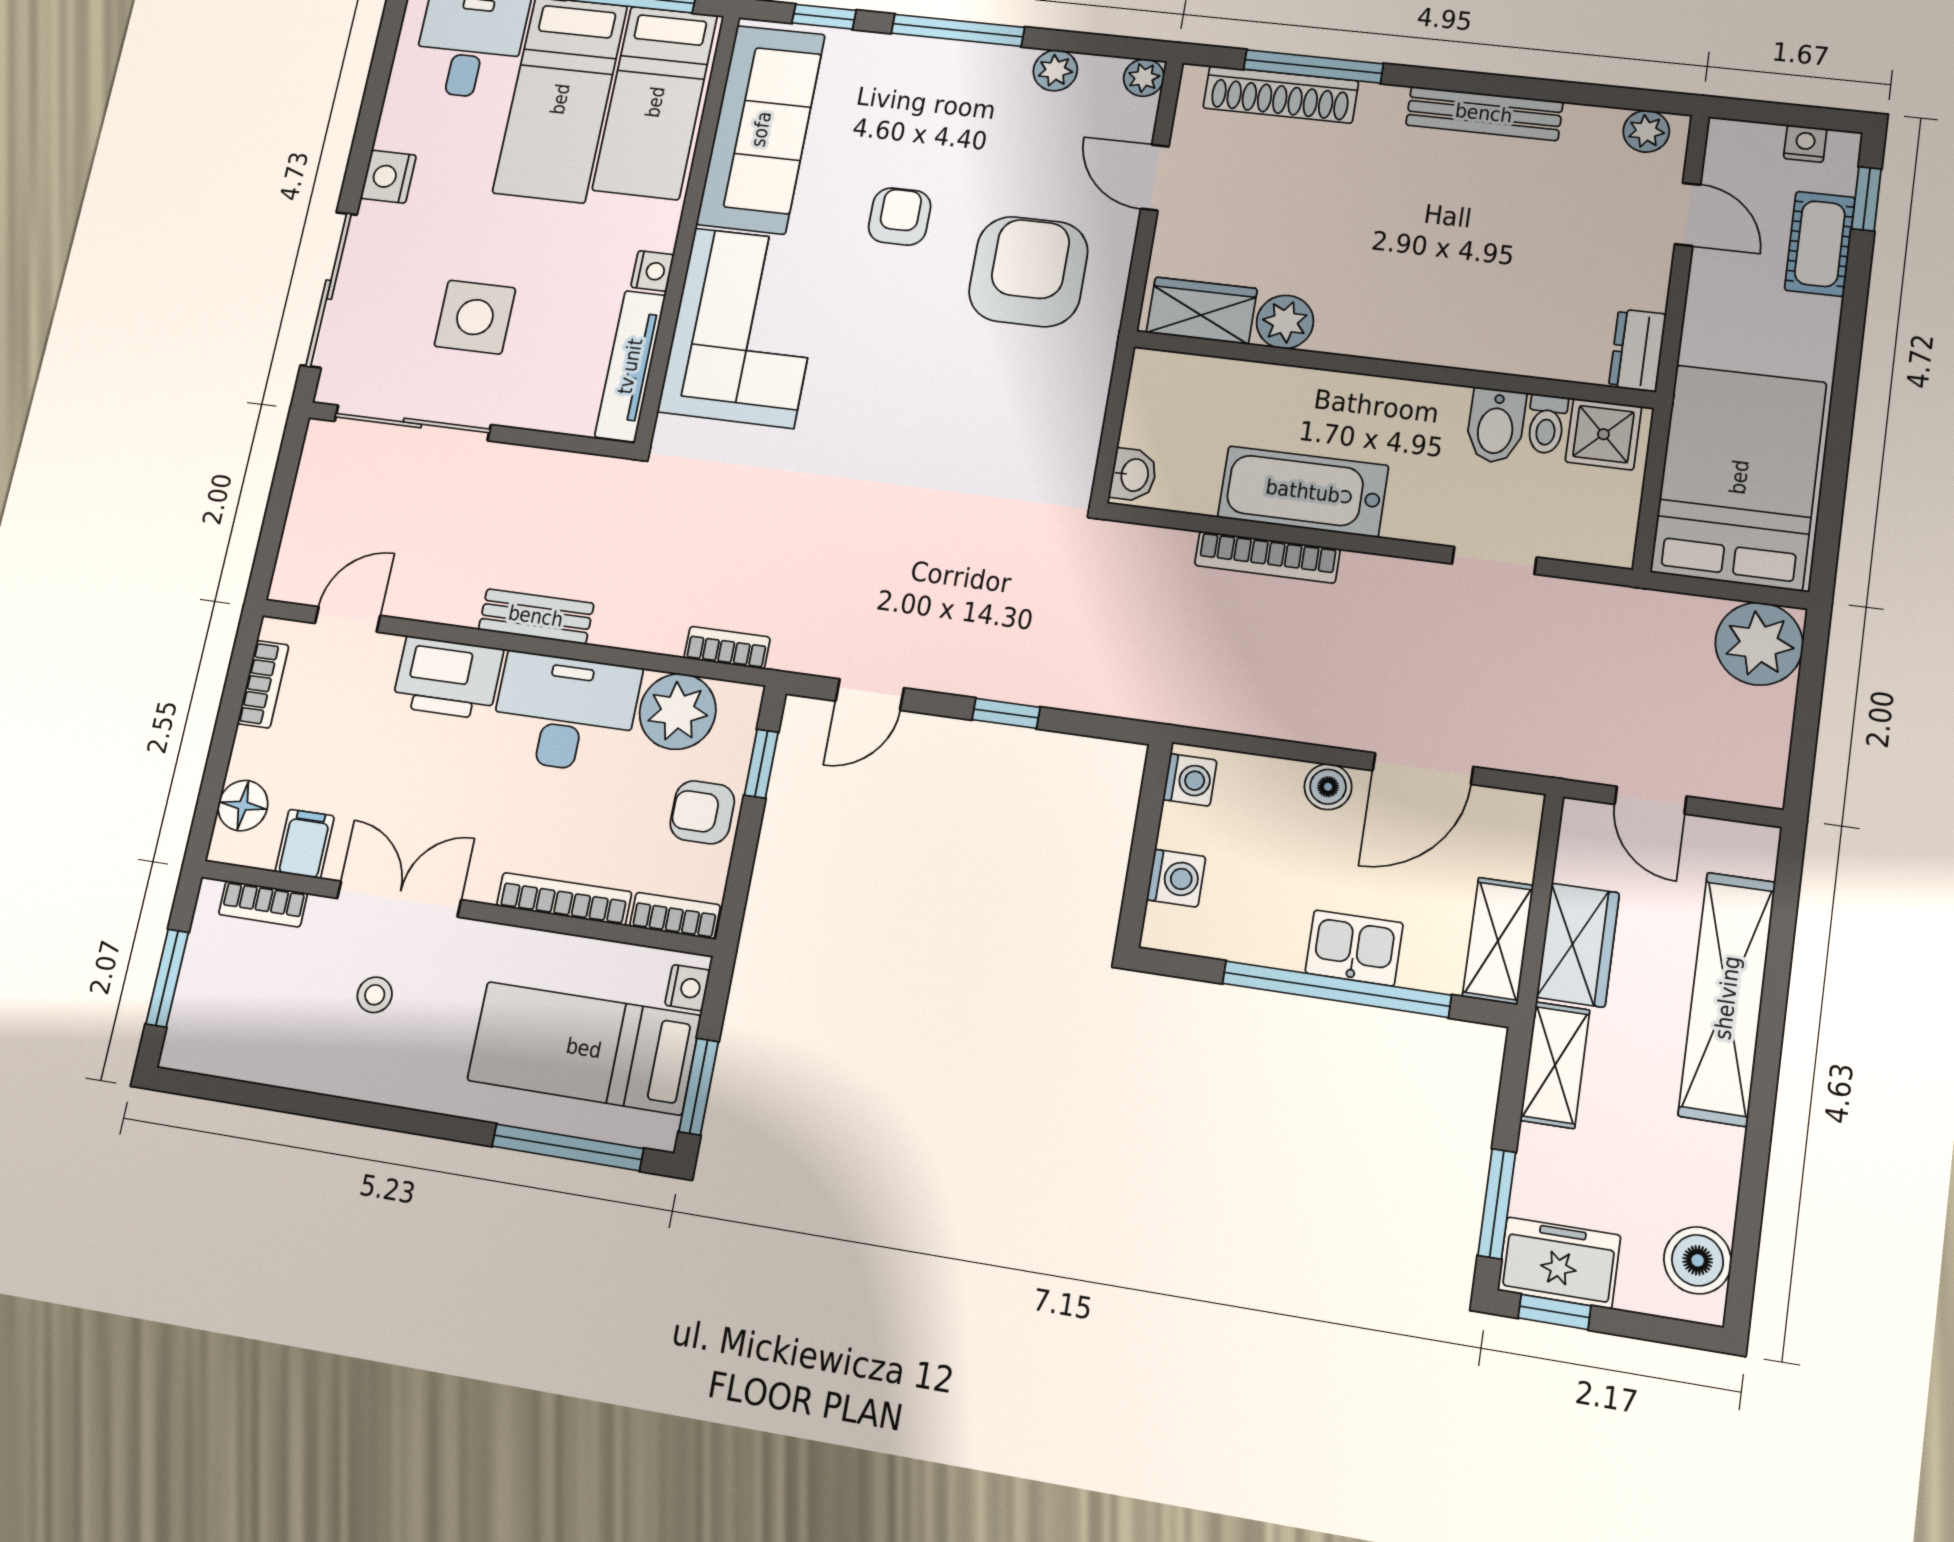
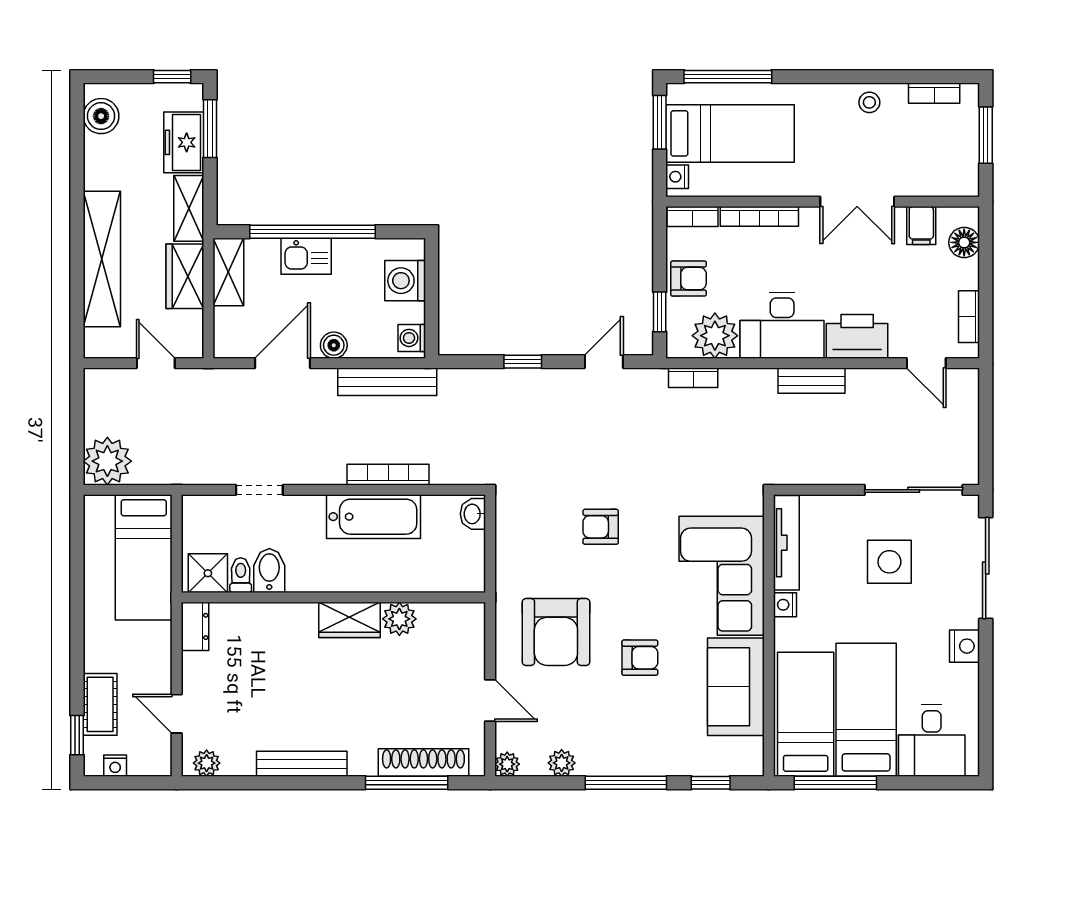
sofa: (761, 129) -> (736, 687), width x0.73
armchair: (900, 217) -> (640, 658), turned -90
wardrobe: (1202, 311) -> (349, 620), moved
armchair: (925, 428) -> (601, 527), added
bed: (1739, 477) -> (144, 557), width x0.67
door: (348, 619) -> (926, 363), hinge flipped
bench: (1244, 712) -> (387, 382), added
washing machine: (1176, 878) -> (405, 281), width x1.38, depth x1.38
bookcase: (263, 904) -> (934, 93), moved, turned 180
stool: (375, 995) -> (869, 102), moved
freezer: (1559, 1263) -> (184, 142), moved, turned 90

